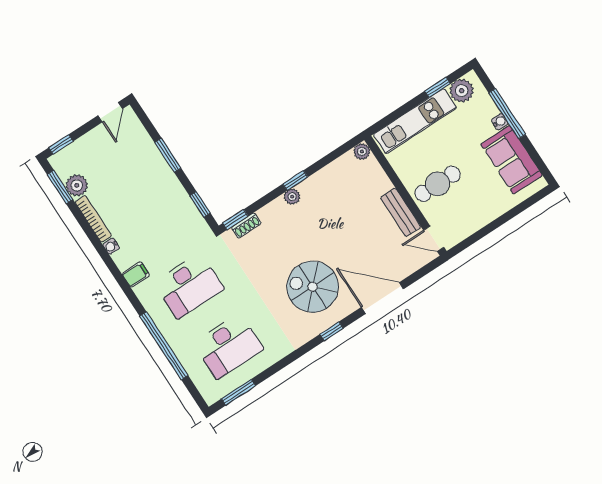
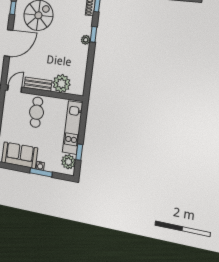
window: (507, 114) -> (41, 172), width x0.69
plant: (362, 151) -> (62, 84), moved, width x1.88, depth x1.88
window: (295, 180) -> (93, 34), moved

